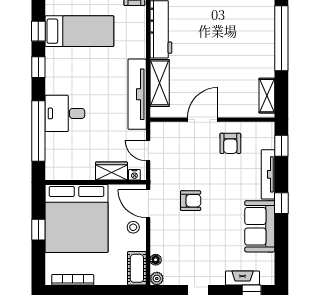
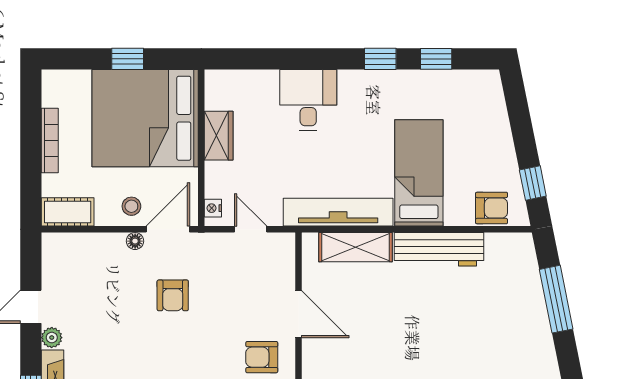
bed: (79, 31) -> (419, 173), moved, turned 180
window: (38, 131) -> (281, 59), removed
door: (148, 151) -> (251, 229), hinge flipped
wardrobe: (111, 171) -> (219, 136), moved
floor lamp: (156, 260) -> (135, 241), moved
plant: (157, 279) -> (52, 338), moved
bookcase: (73, 280) -> (50, 140), moved

